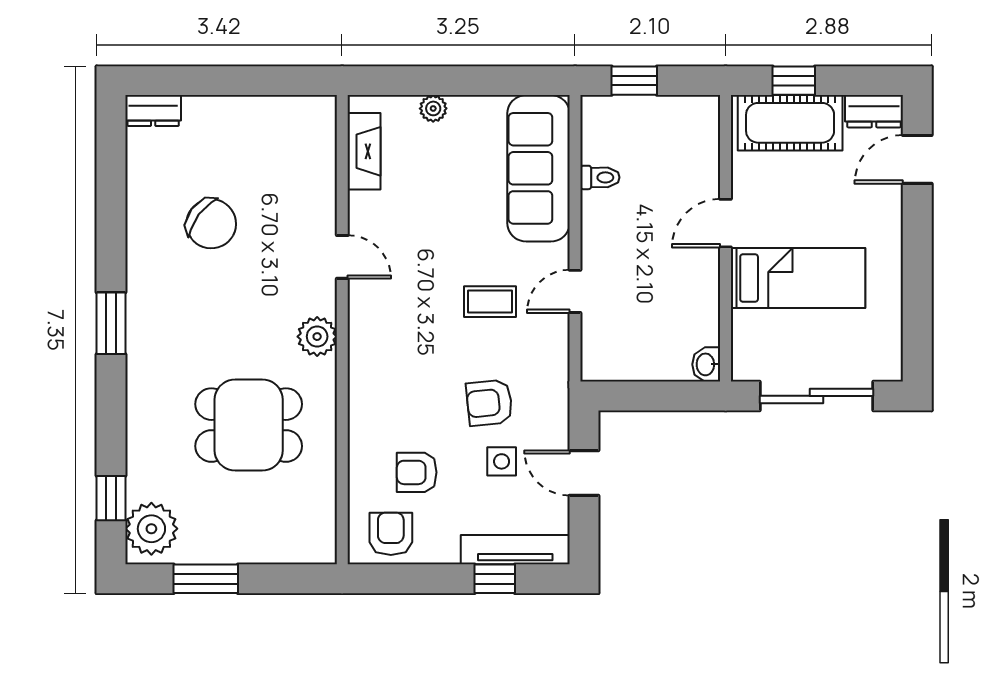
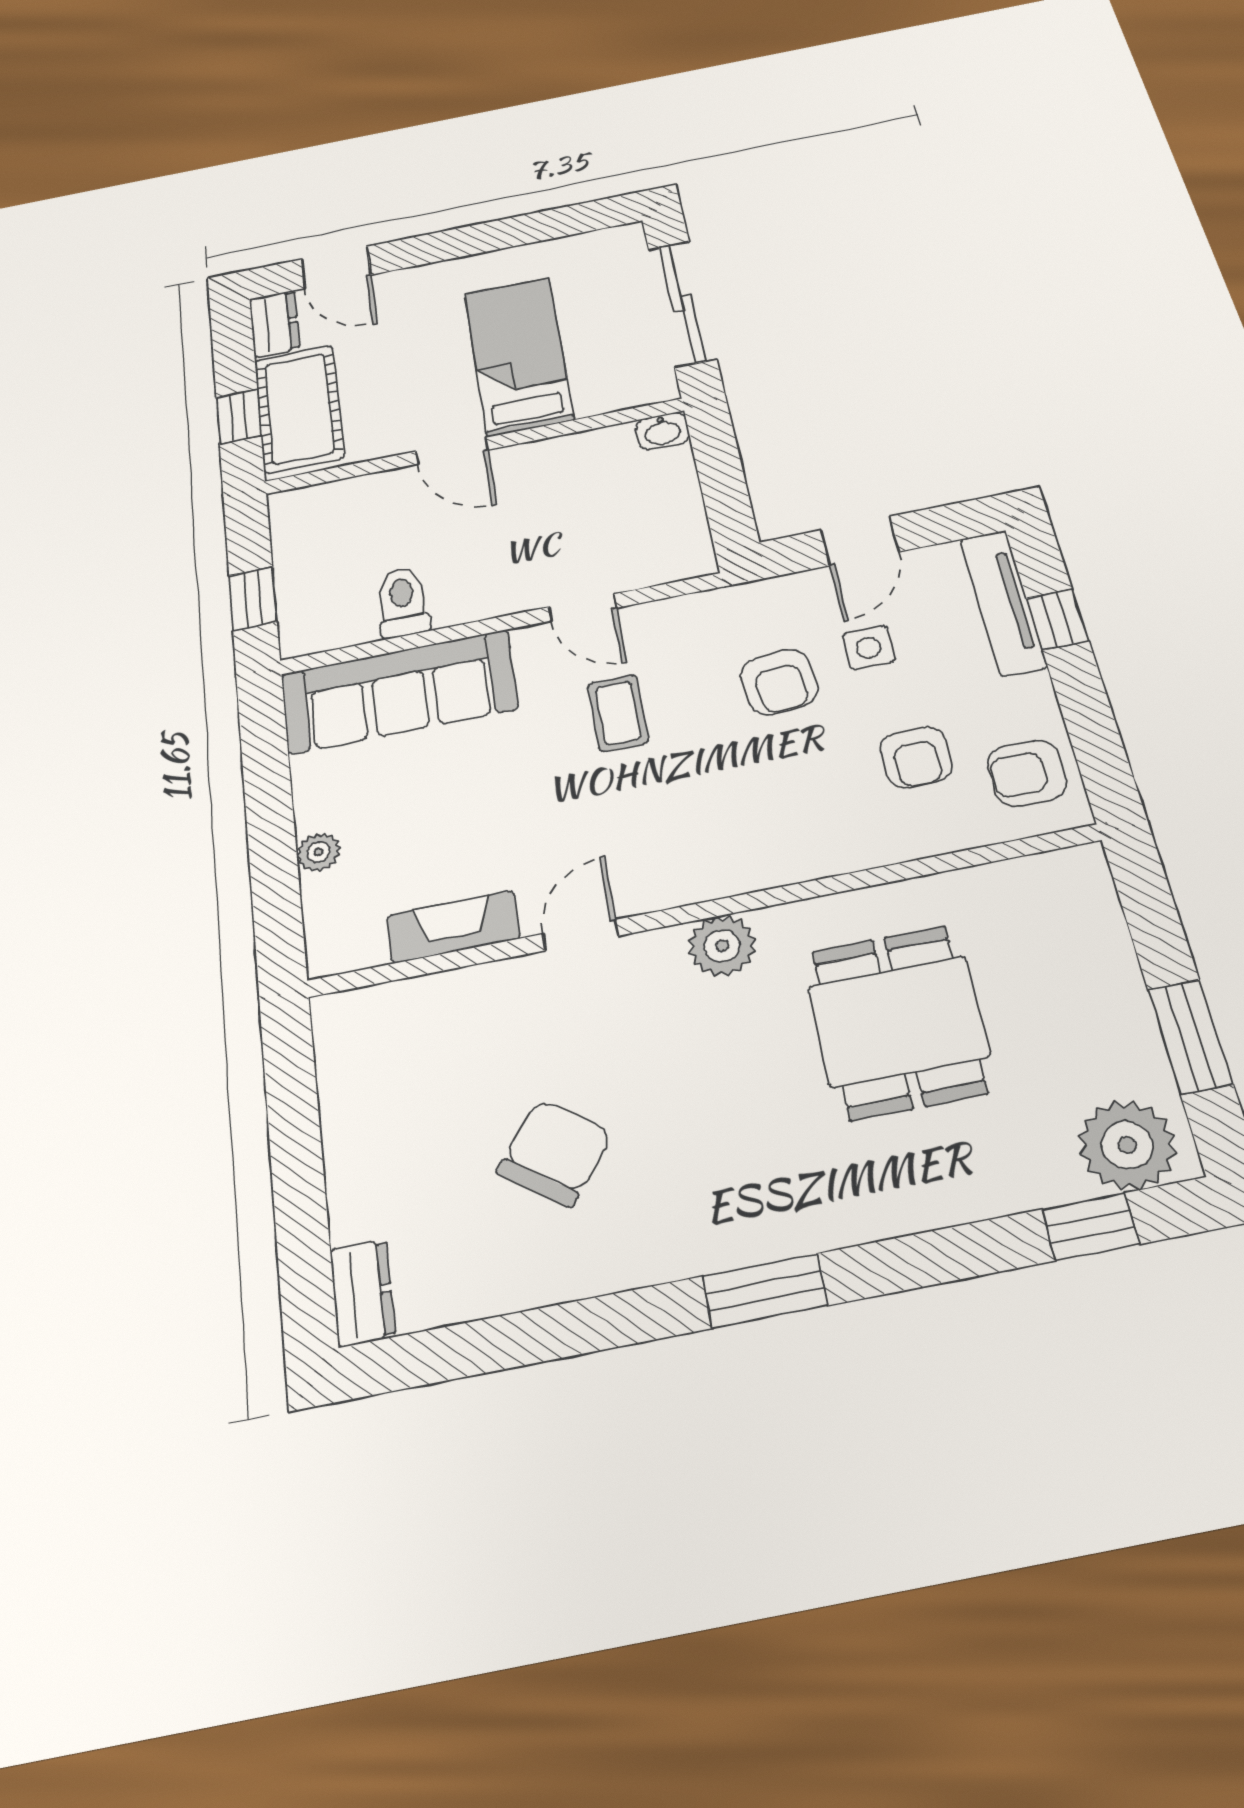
fireplace: (364, 151) -> (453, 927), moved
toilet: (600, 177) -> (402, 602), width x1.37, depth x1.39

